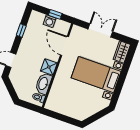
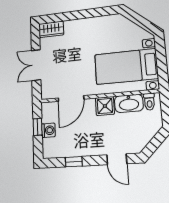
bed with nightstands: (96, 75) -> (126, 67), moved, turned 90

